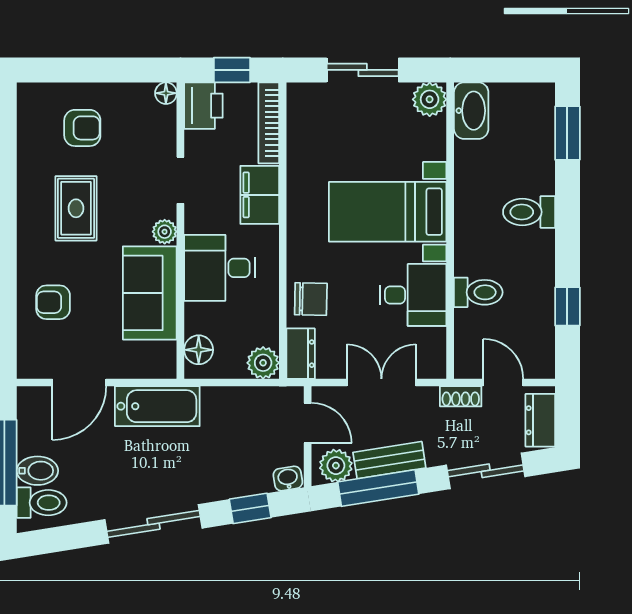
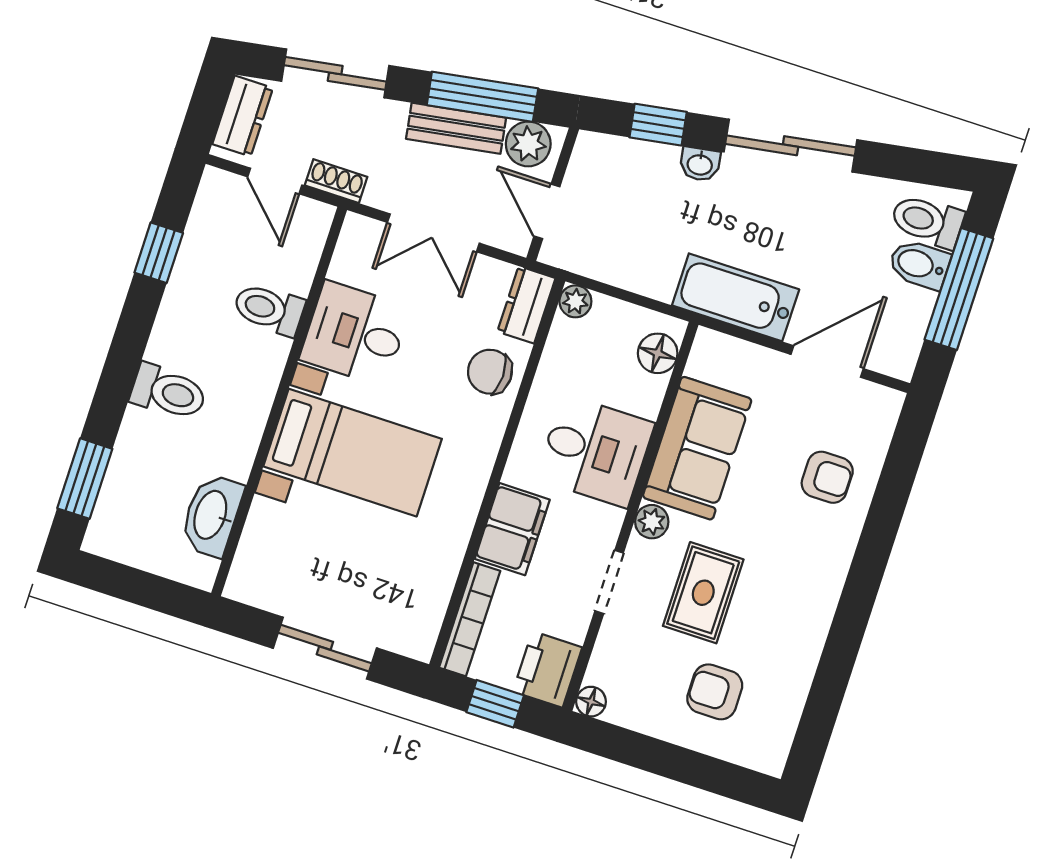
plant: (430, 99) -> (250, 581), removed
washbasin: (471, 111) -> (212, 515), moved
rug: (76, 208) -> (703, 593), moved
plant: (263, 363) -> (575, 301), width x0.73, depth x0.73
washbasin: (288, 478) -> (700, 164), moved

